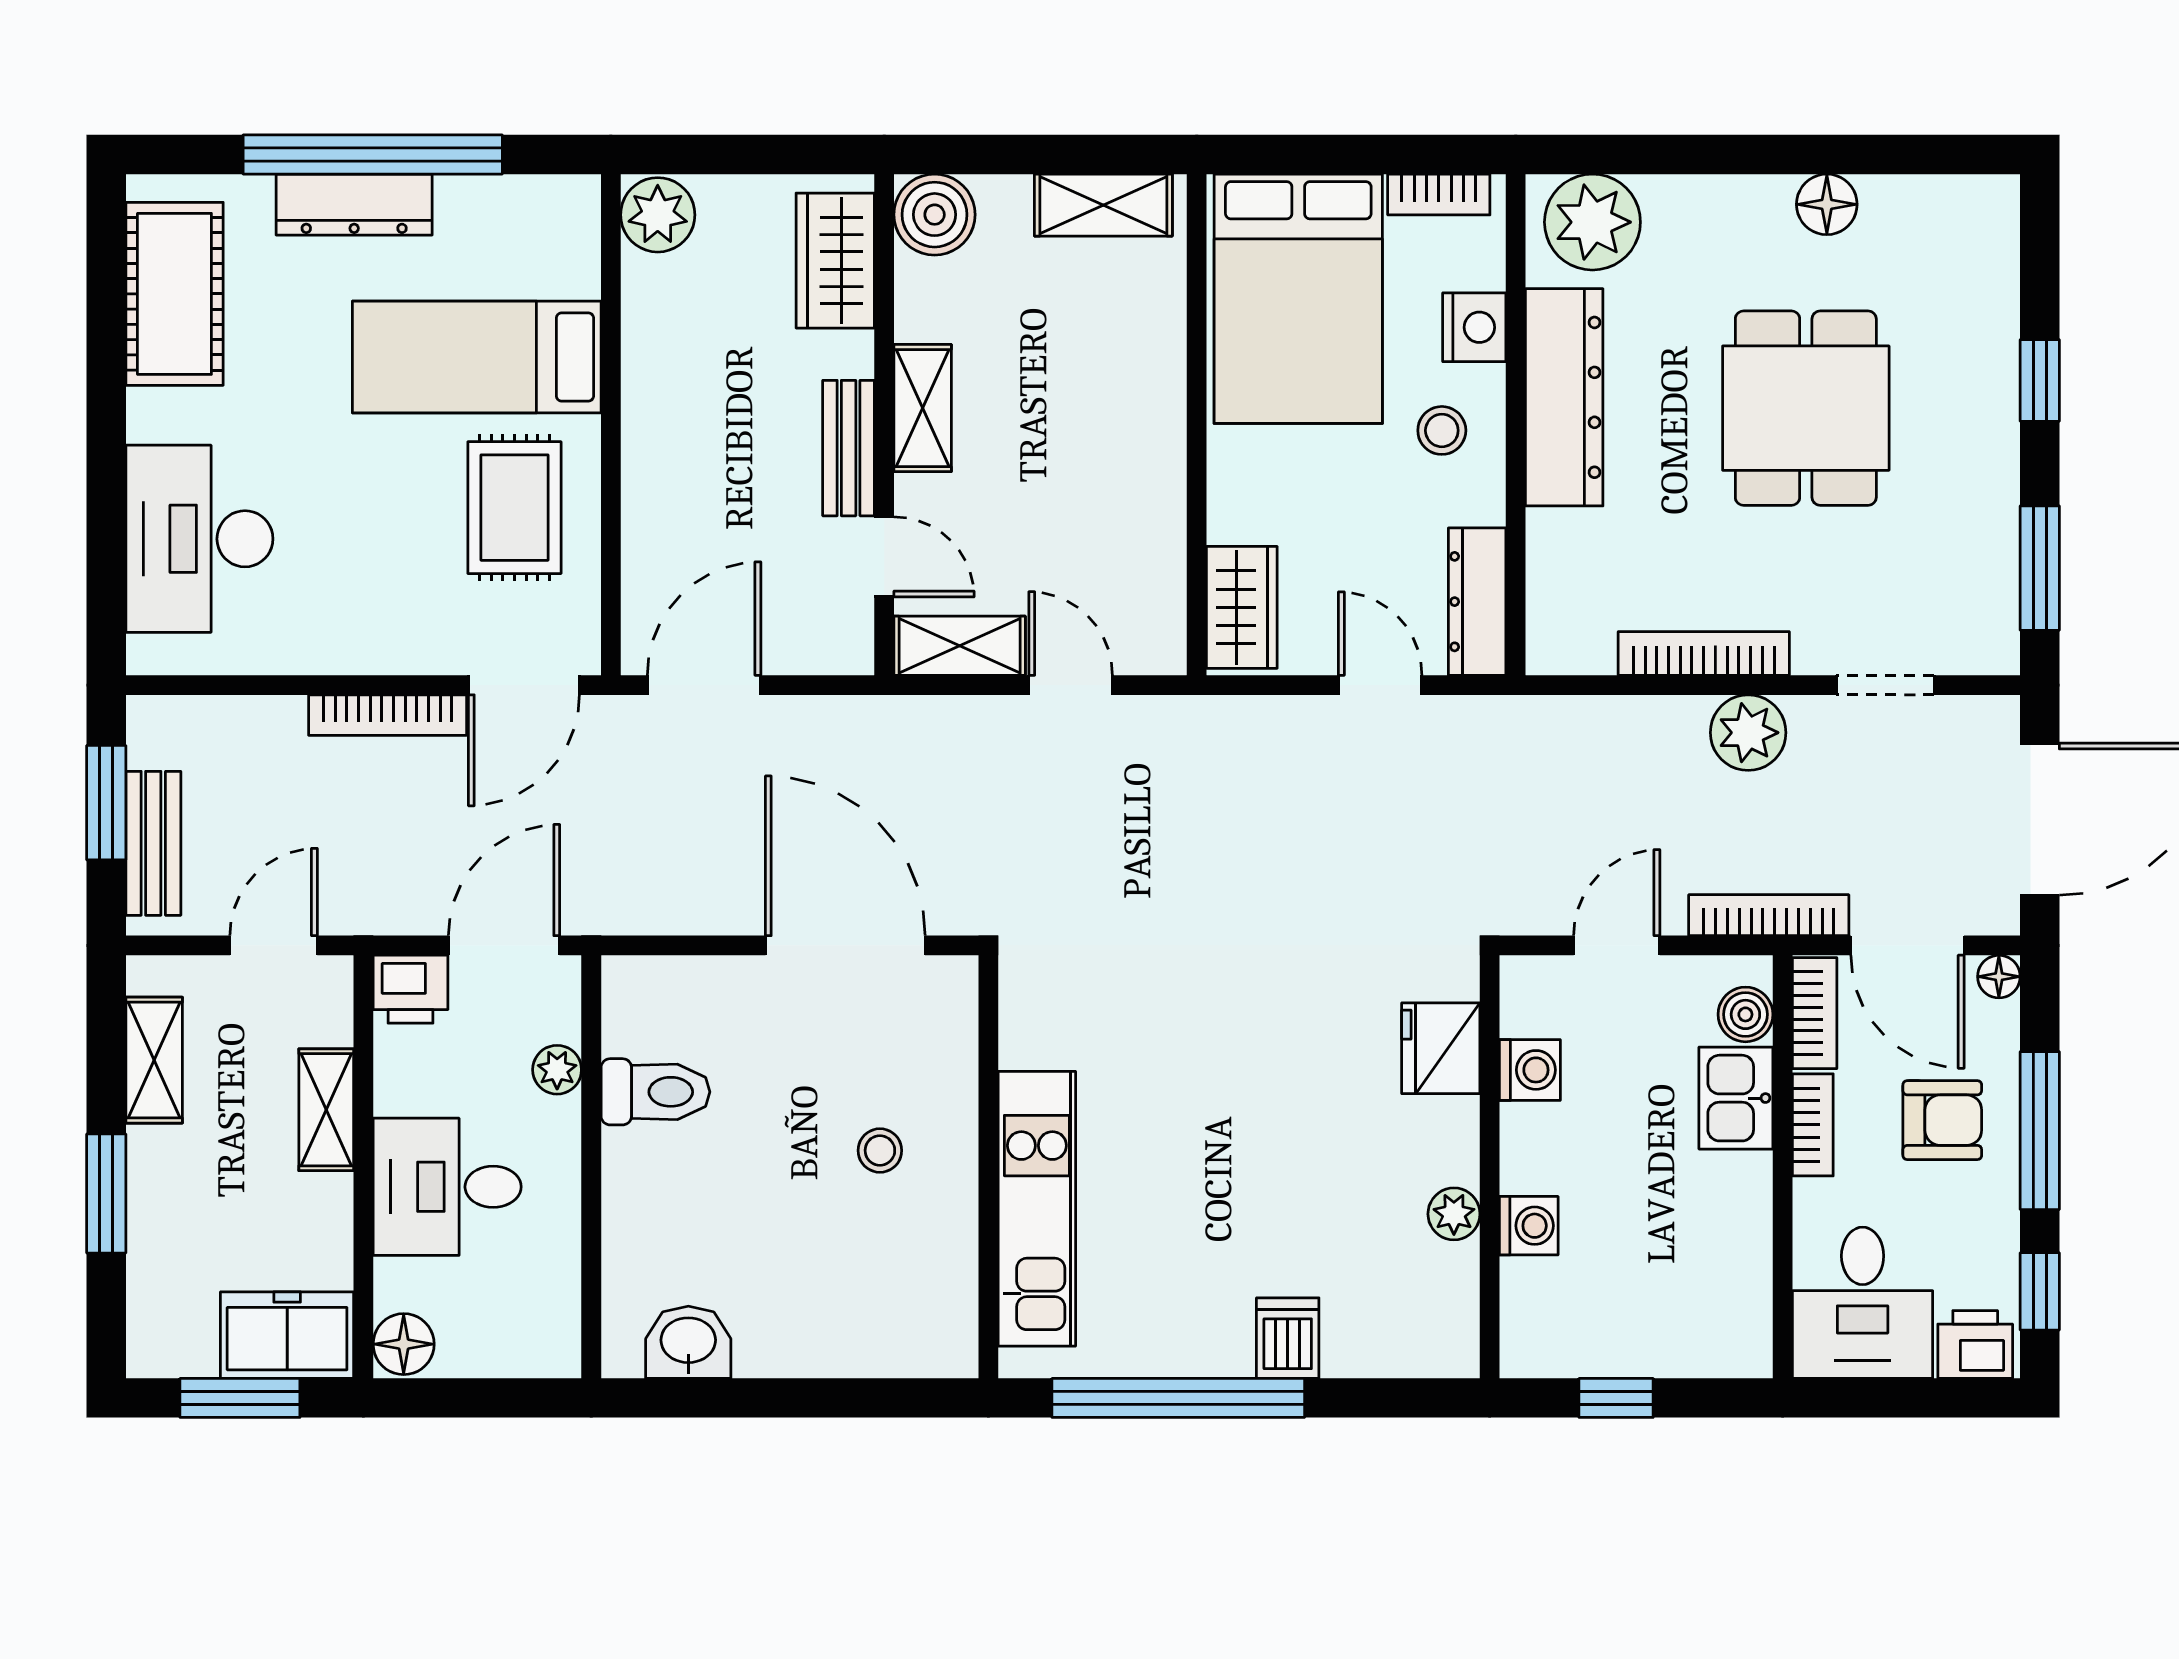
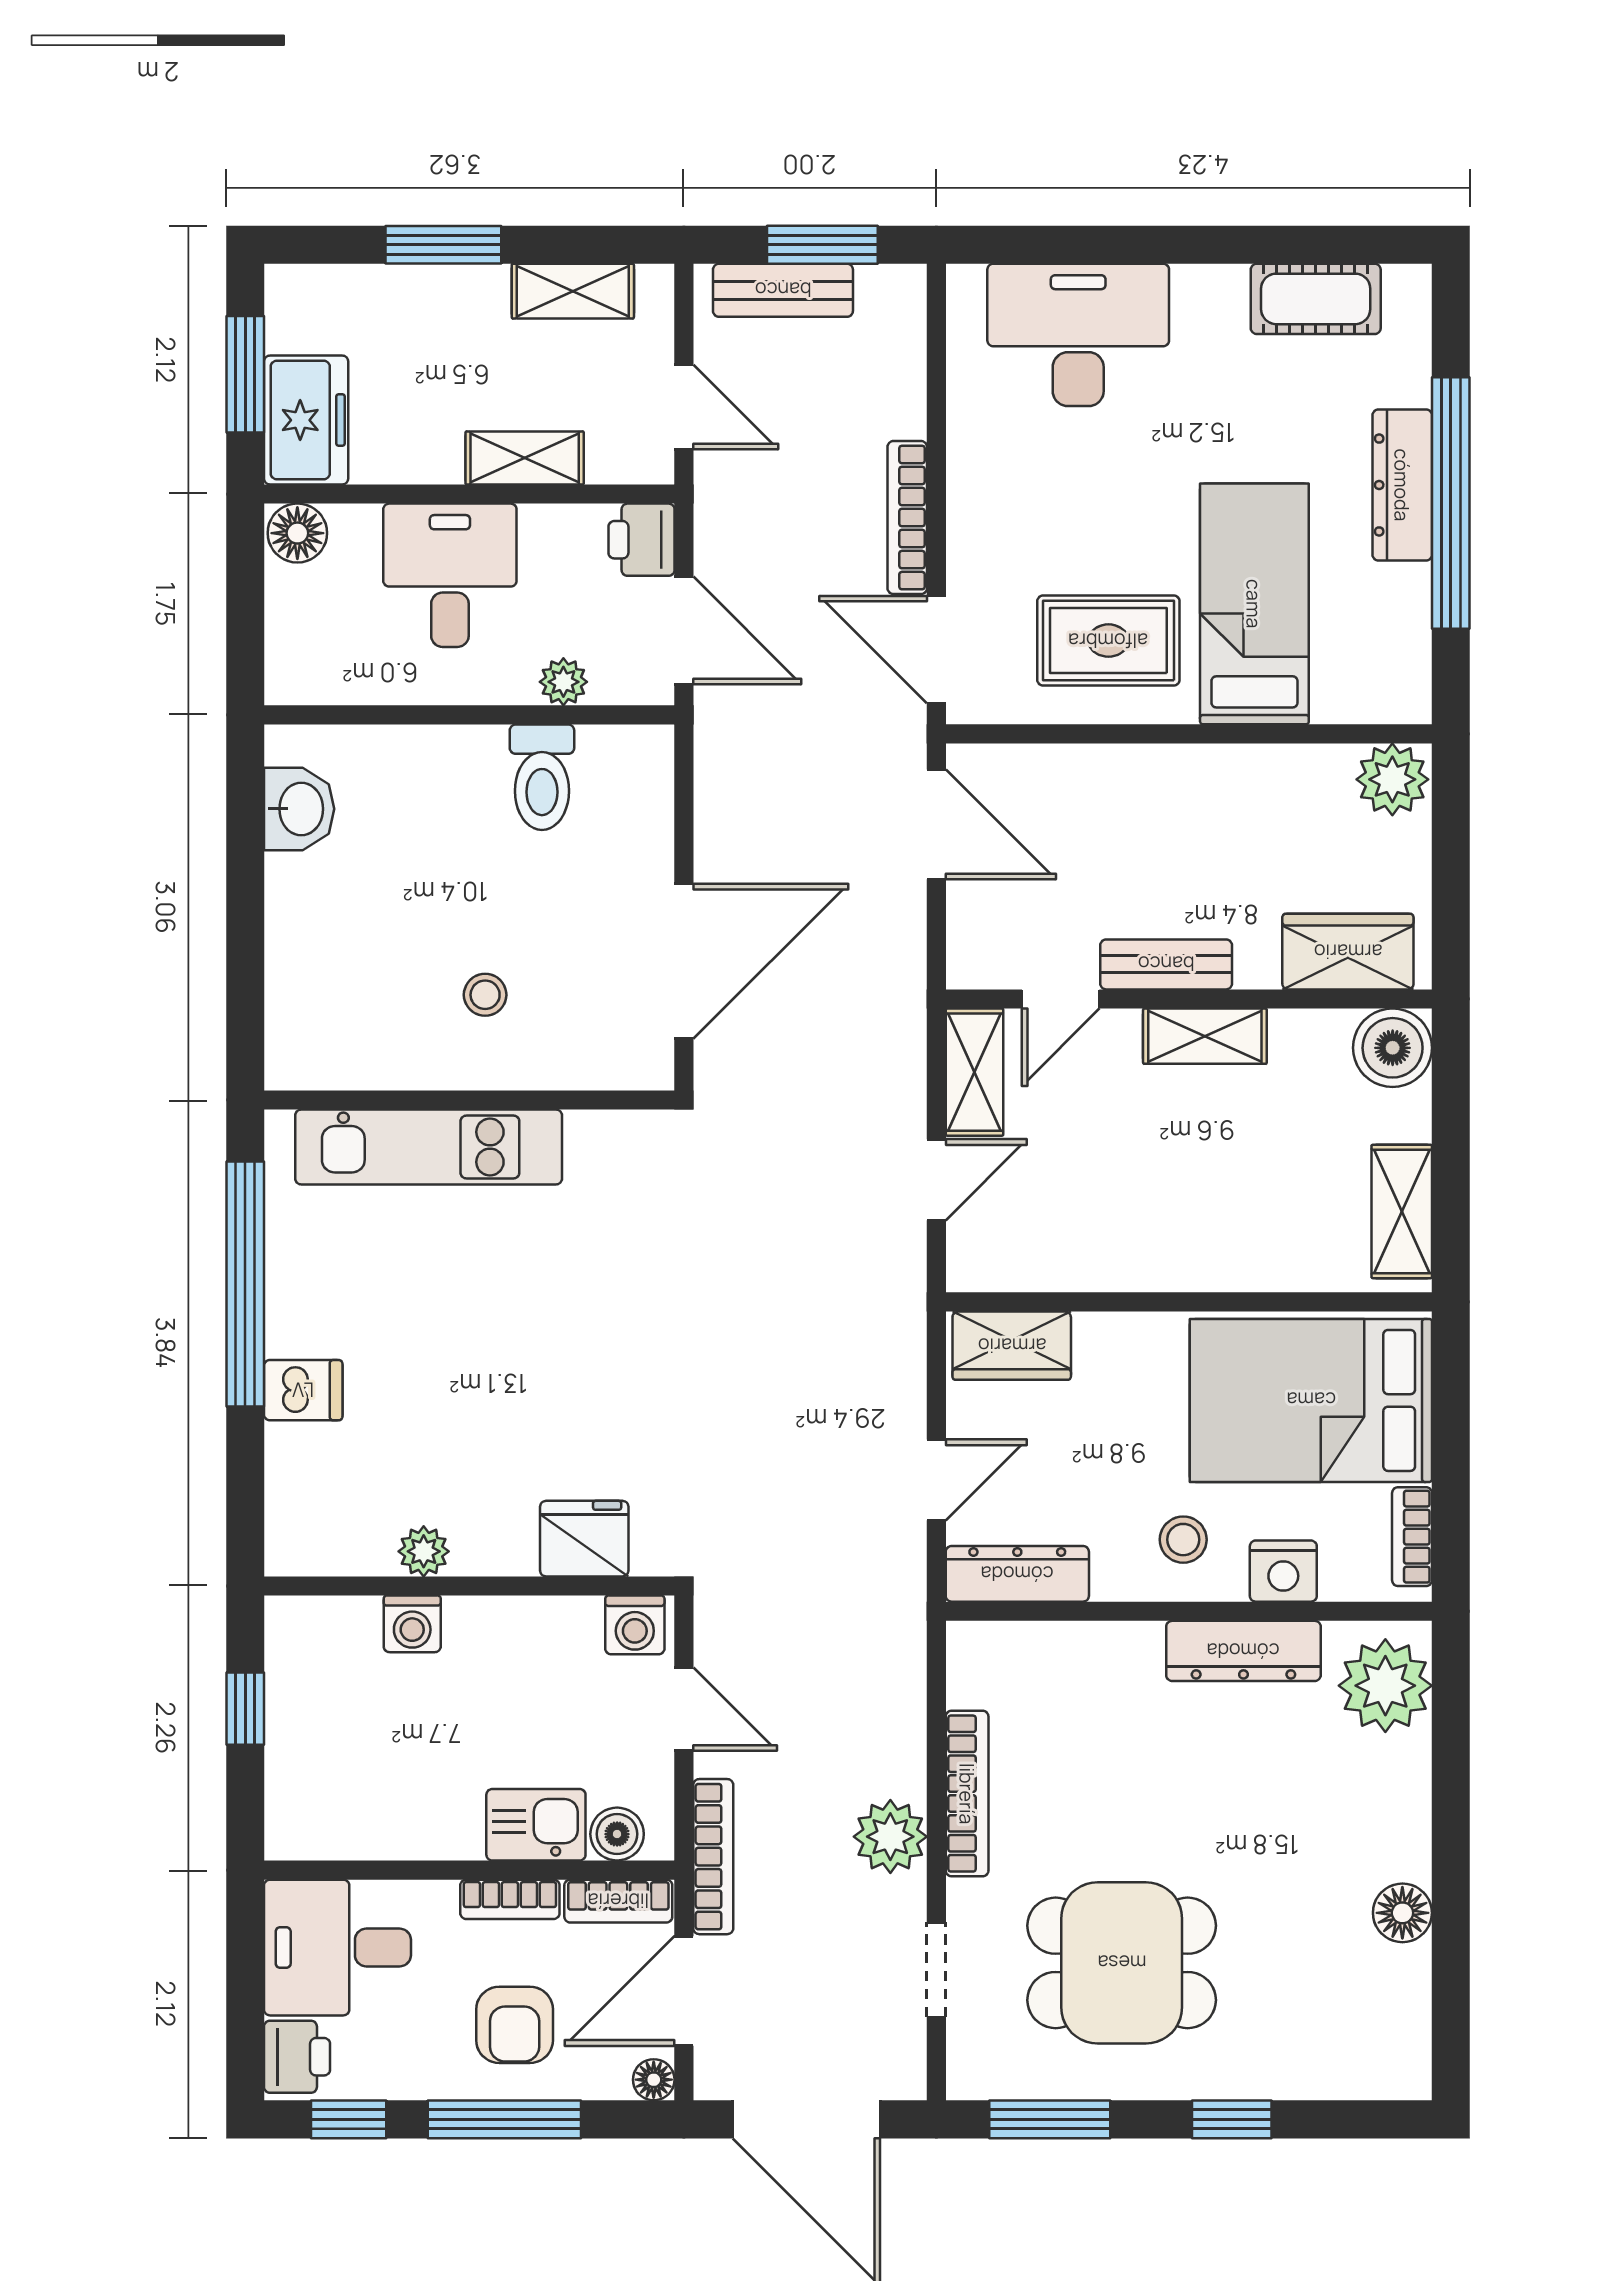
cot: (174, 294) -> (1316, 299), width x0.73, depth x0.75
dresser: (1564, 397) -> (1243, 1651), width x0.73, depth x0.80
dining table: (1806, 408) -> (1122, 1963), moved
washing machine: (1530, 1070) -> (635, 1625), moved

